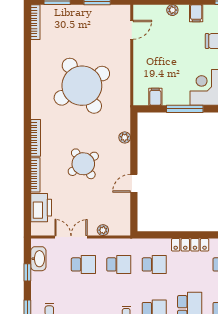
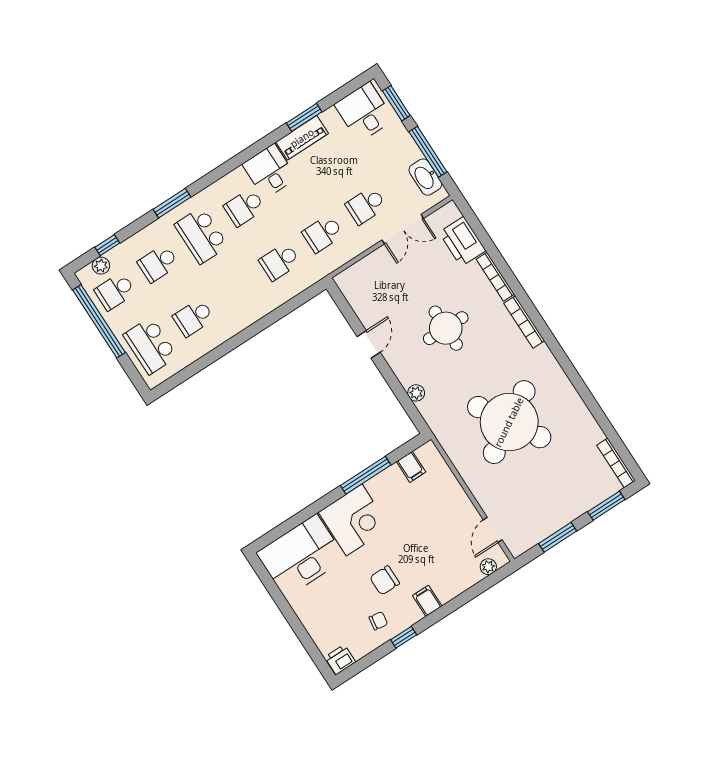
plant: (172, 10) -> (488, 567), moved
round table: (83, 164) -> (446, 328), turned 35
plant: (103, 230) -> (369, 263), removed
locker: (190, 245) -> (252, 314), removed
window: (27, 272) -> (428, 152), width x2.17

